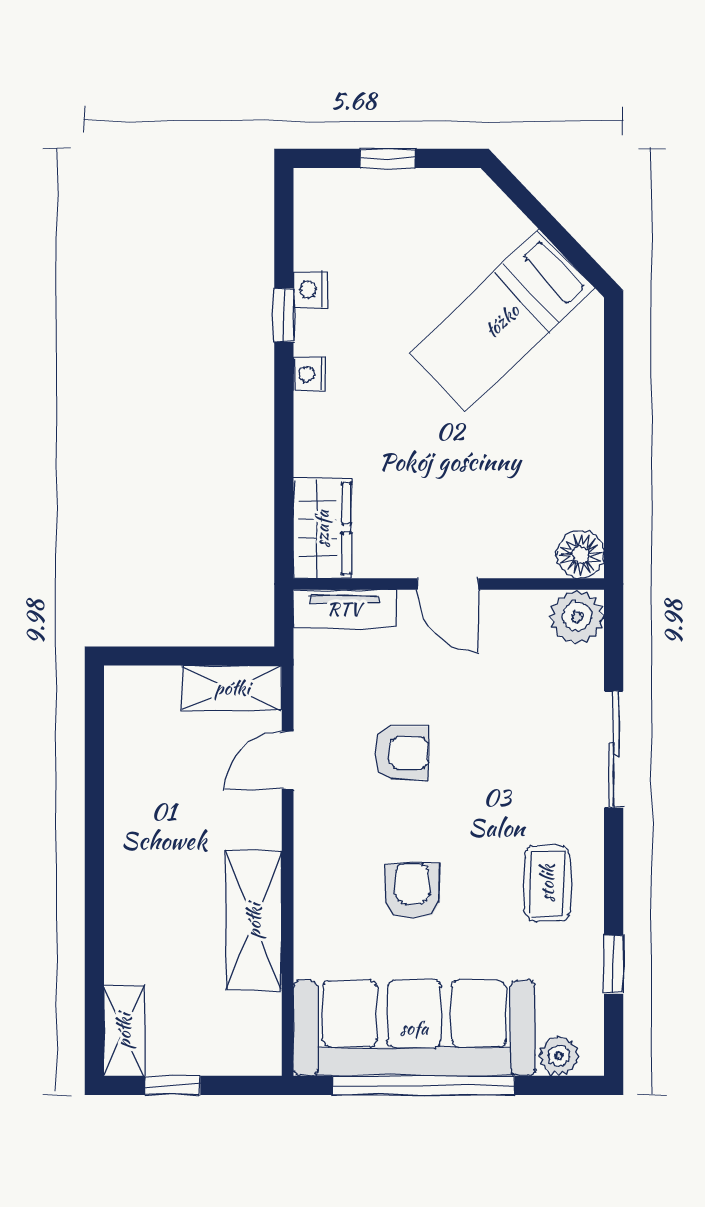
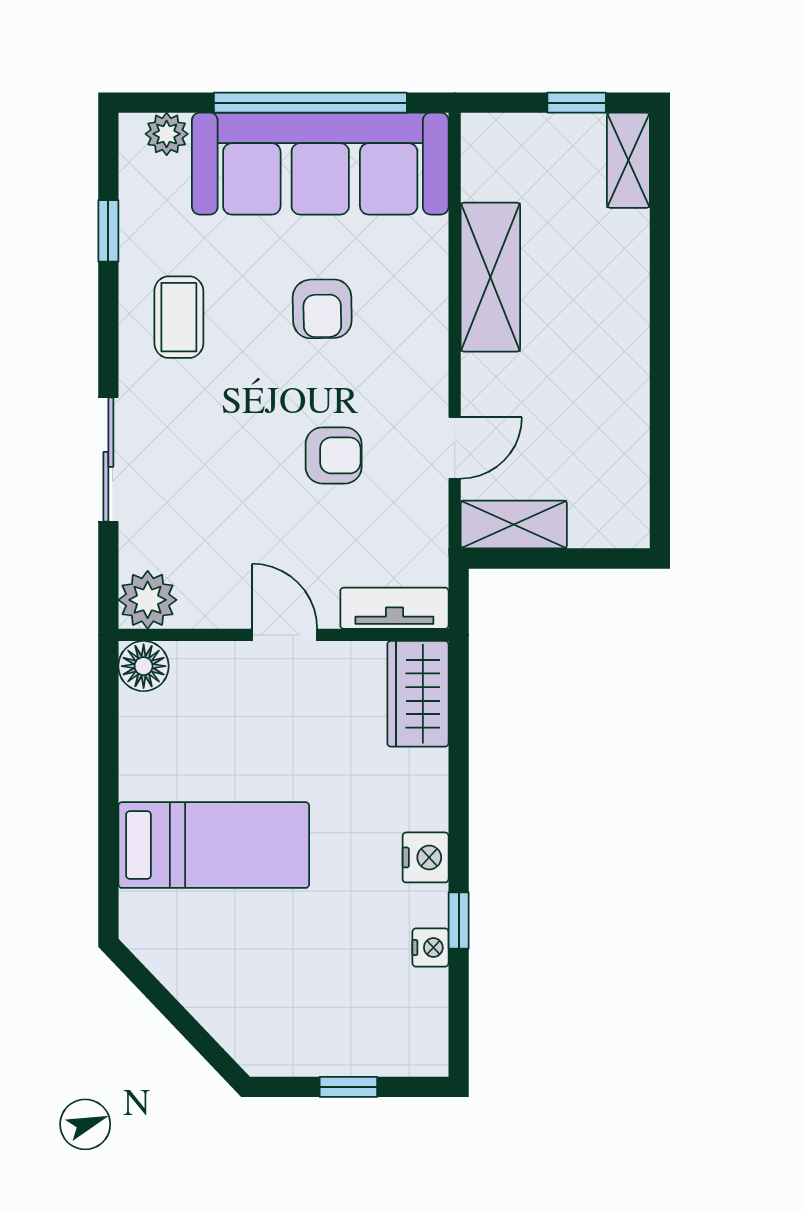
bed: (502, 321) -> (214, 845), moved, turned 44
nightstand: (309, 374) -> (426, 857), width x1.39, depth x1.35
armchair: (402, 753) -> (334, 455), turned 180

